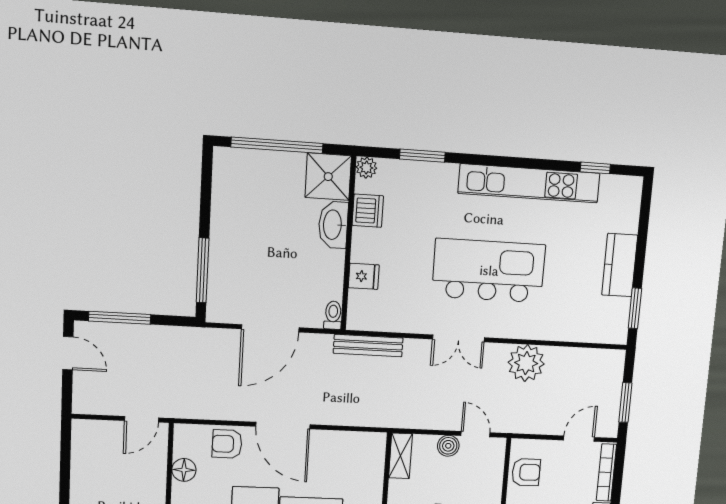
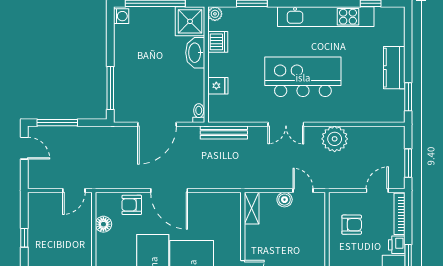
washing machine: (224, 161) -> (121, 16), added
armchair: (526, 472) -> (352, 225), moved
window: (65, 485) -> (24, 238), added

